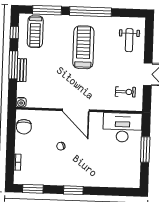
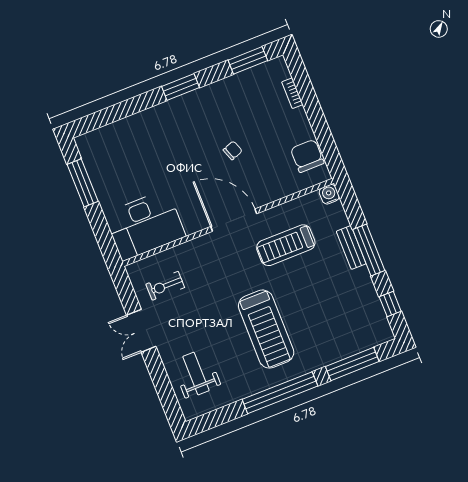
treadmill: (35, 32) -> (286, 245), moved, turned -90
window: (145, 150) -> (83, 183), moved

